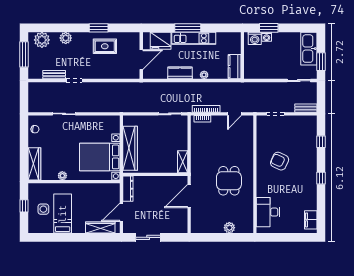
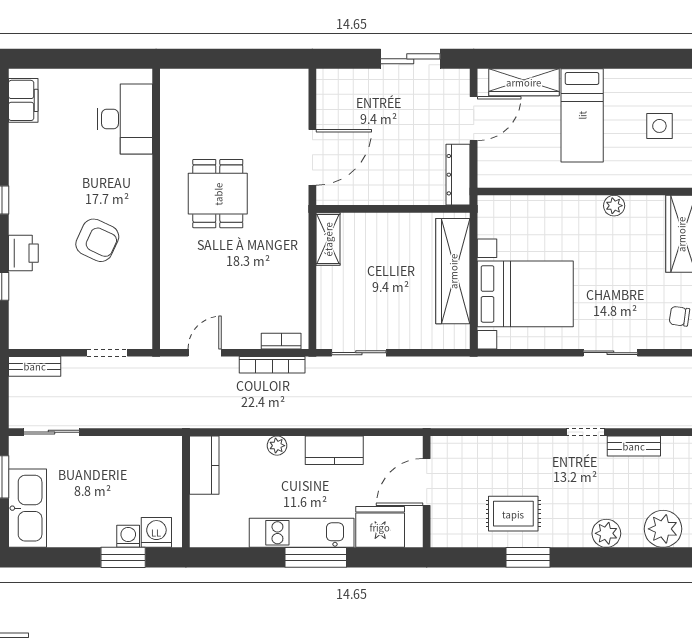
printer: (311, 156) -> (23, 253), added
bed with nightstands: (100, 157) -> (525, 294), moved
bed: (63, 214) -> (582, 115), moved
plant: (229, 228) -> (217, 82), removed

